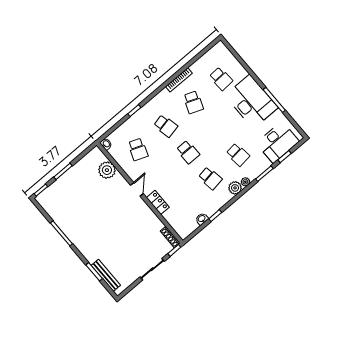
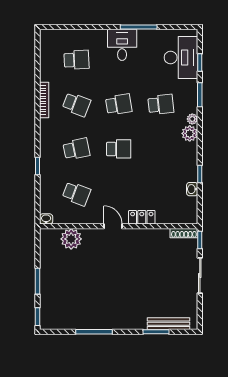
desk: (251, 102) -> (122, 45), width x0.53, depth x0.77
school desk: (210, 178) -> (119, 104), moved

